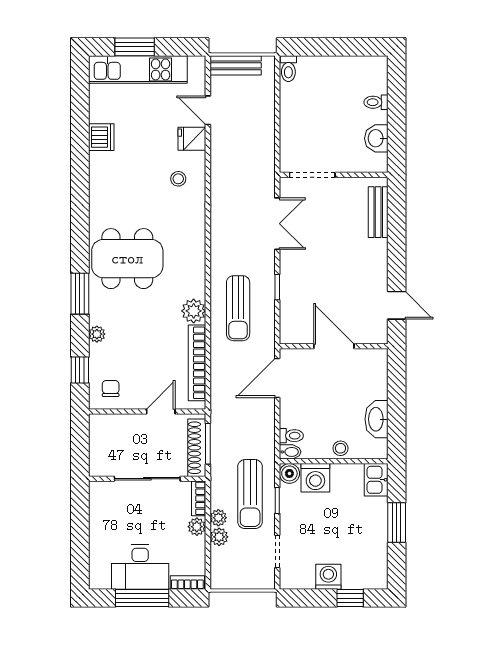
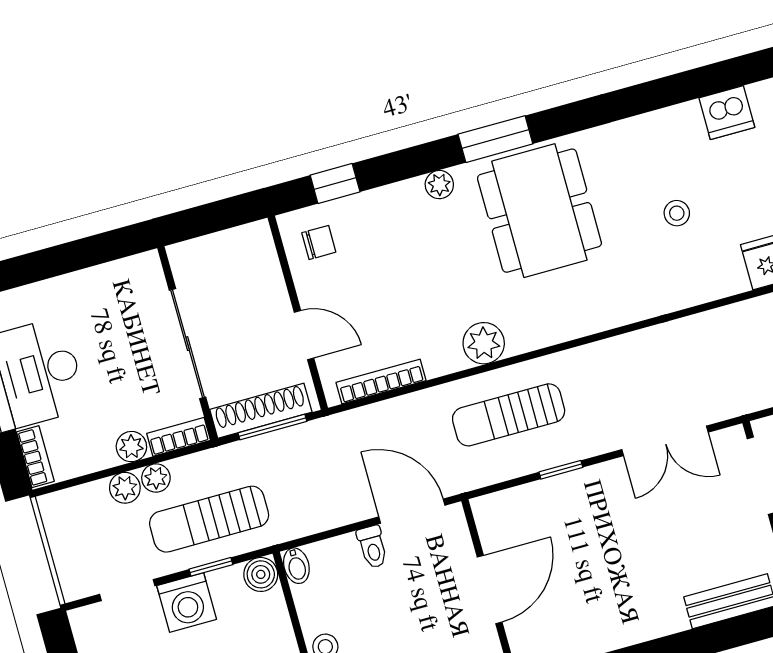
stool: (178, 179) -> (677, 213), moved
window: (80, 294) -> (495, 139), moved
plant: (97, 334) -> (439, 185), moved
bookcase: (197, 363) -> (381, 382), width x0.68, depth x0.76
toilet: (291, 436) -> (372, 547), moved
washing machine: (315, 478) -> (187, 603), moved, turned -90

